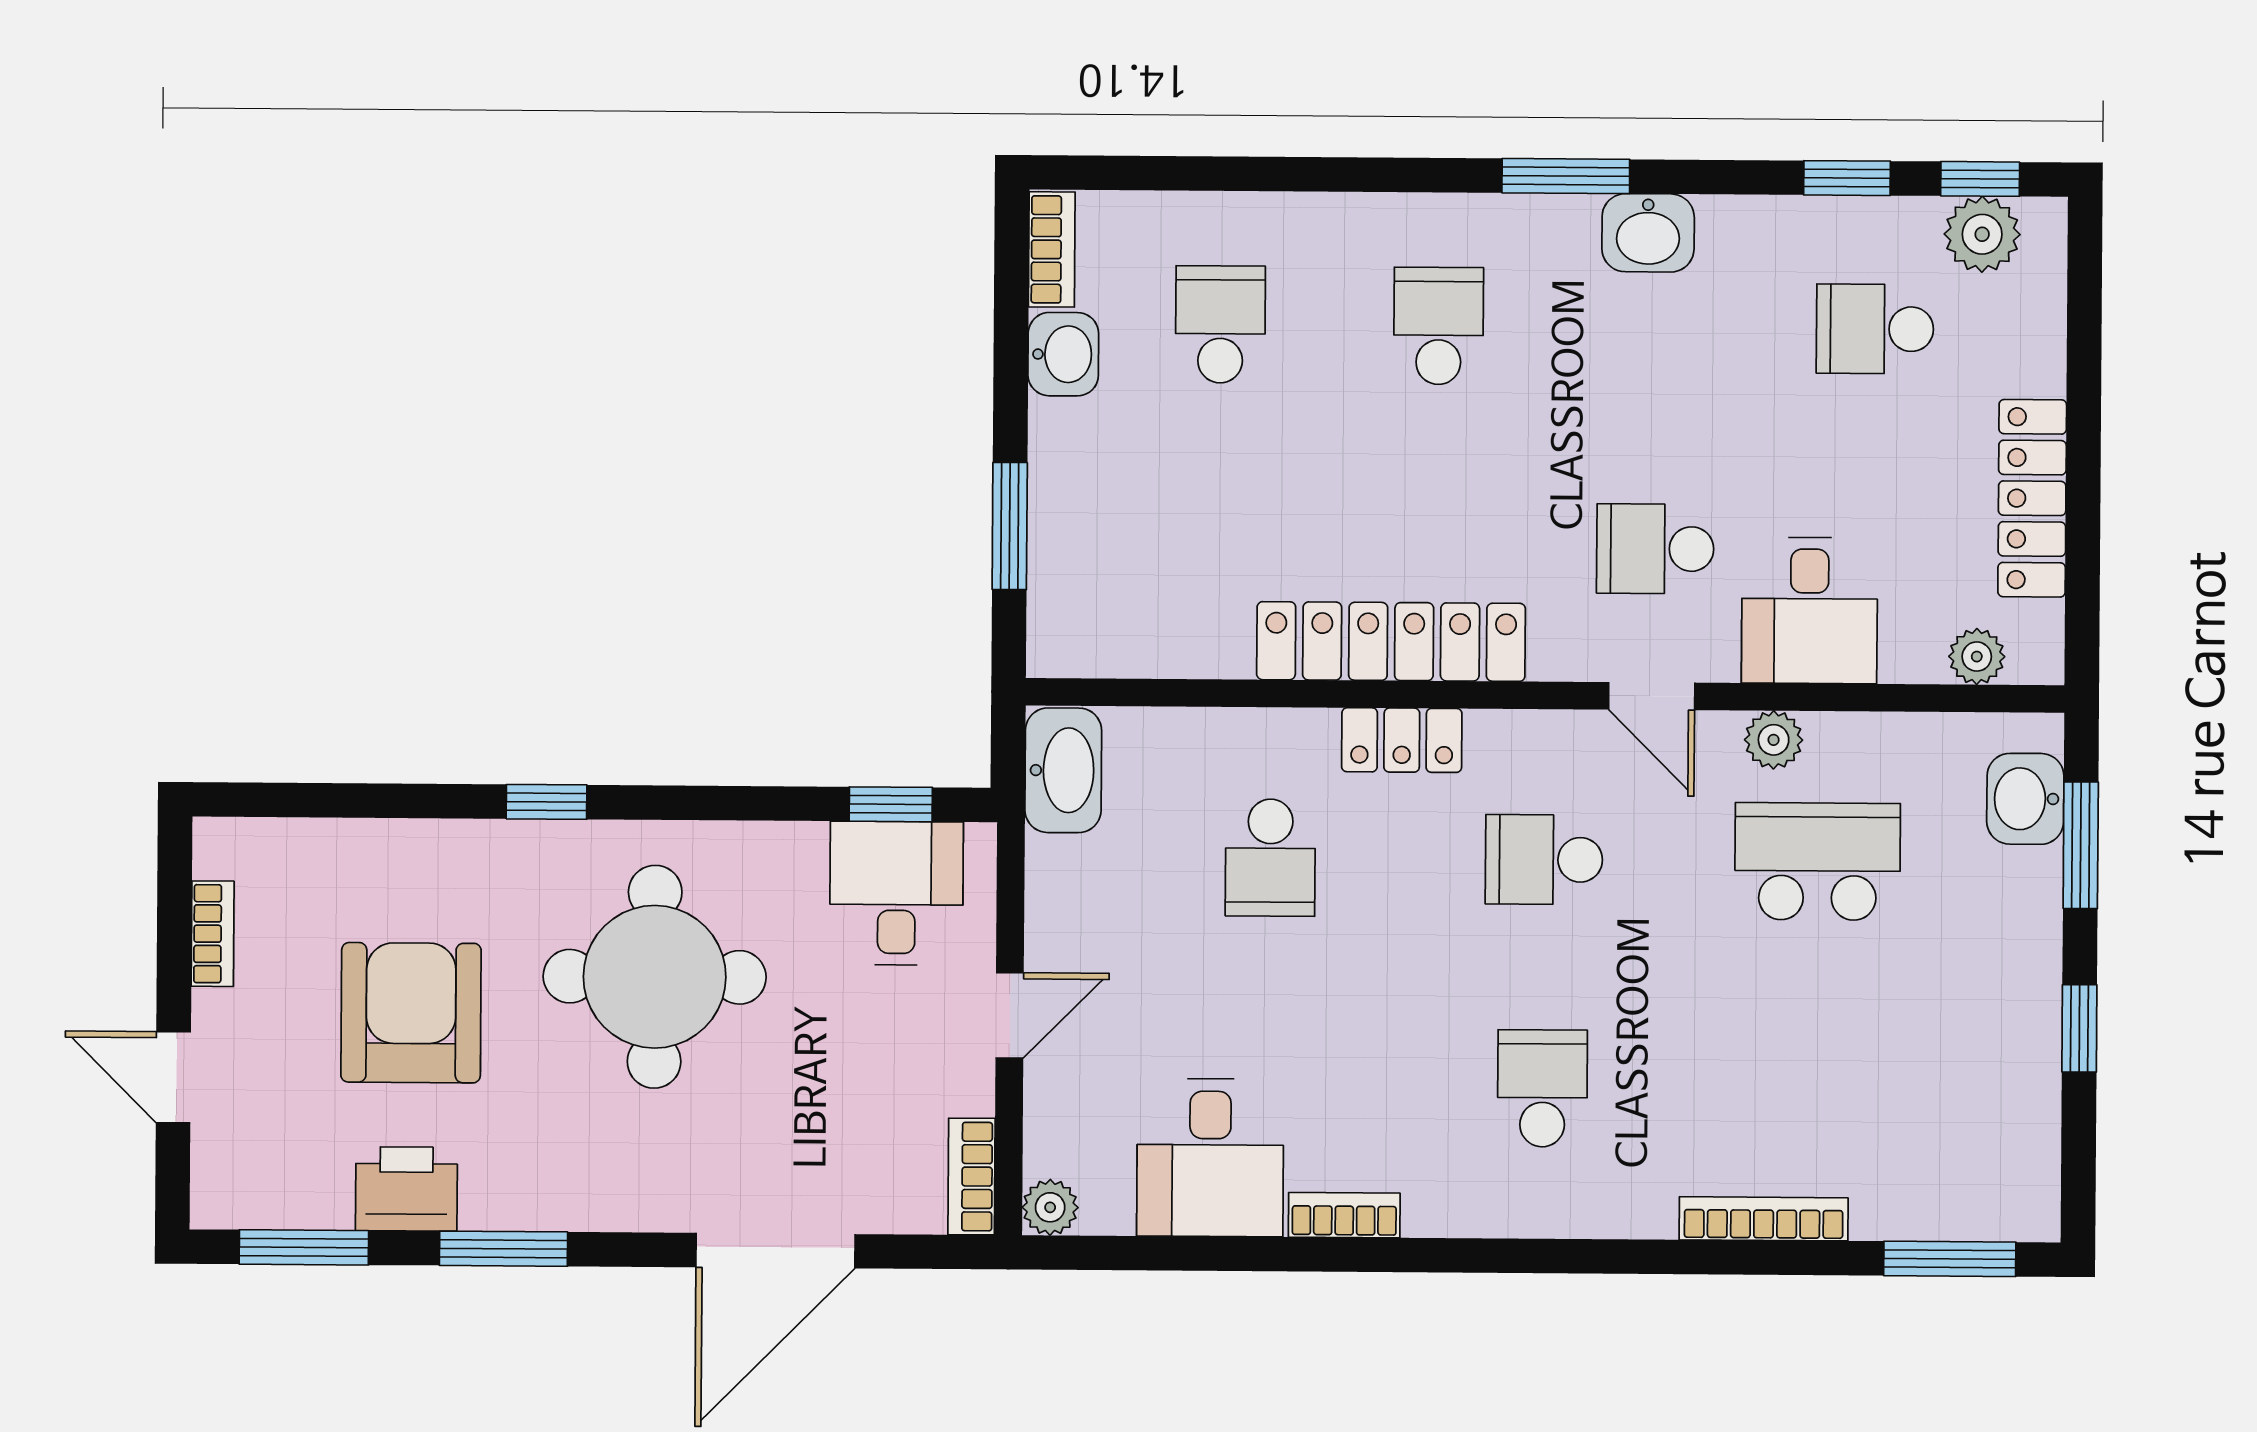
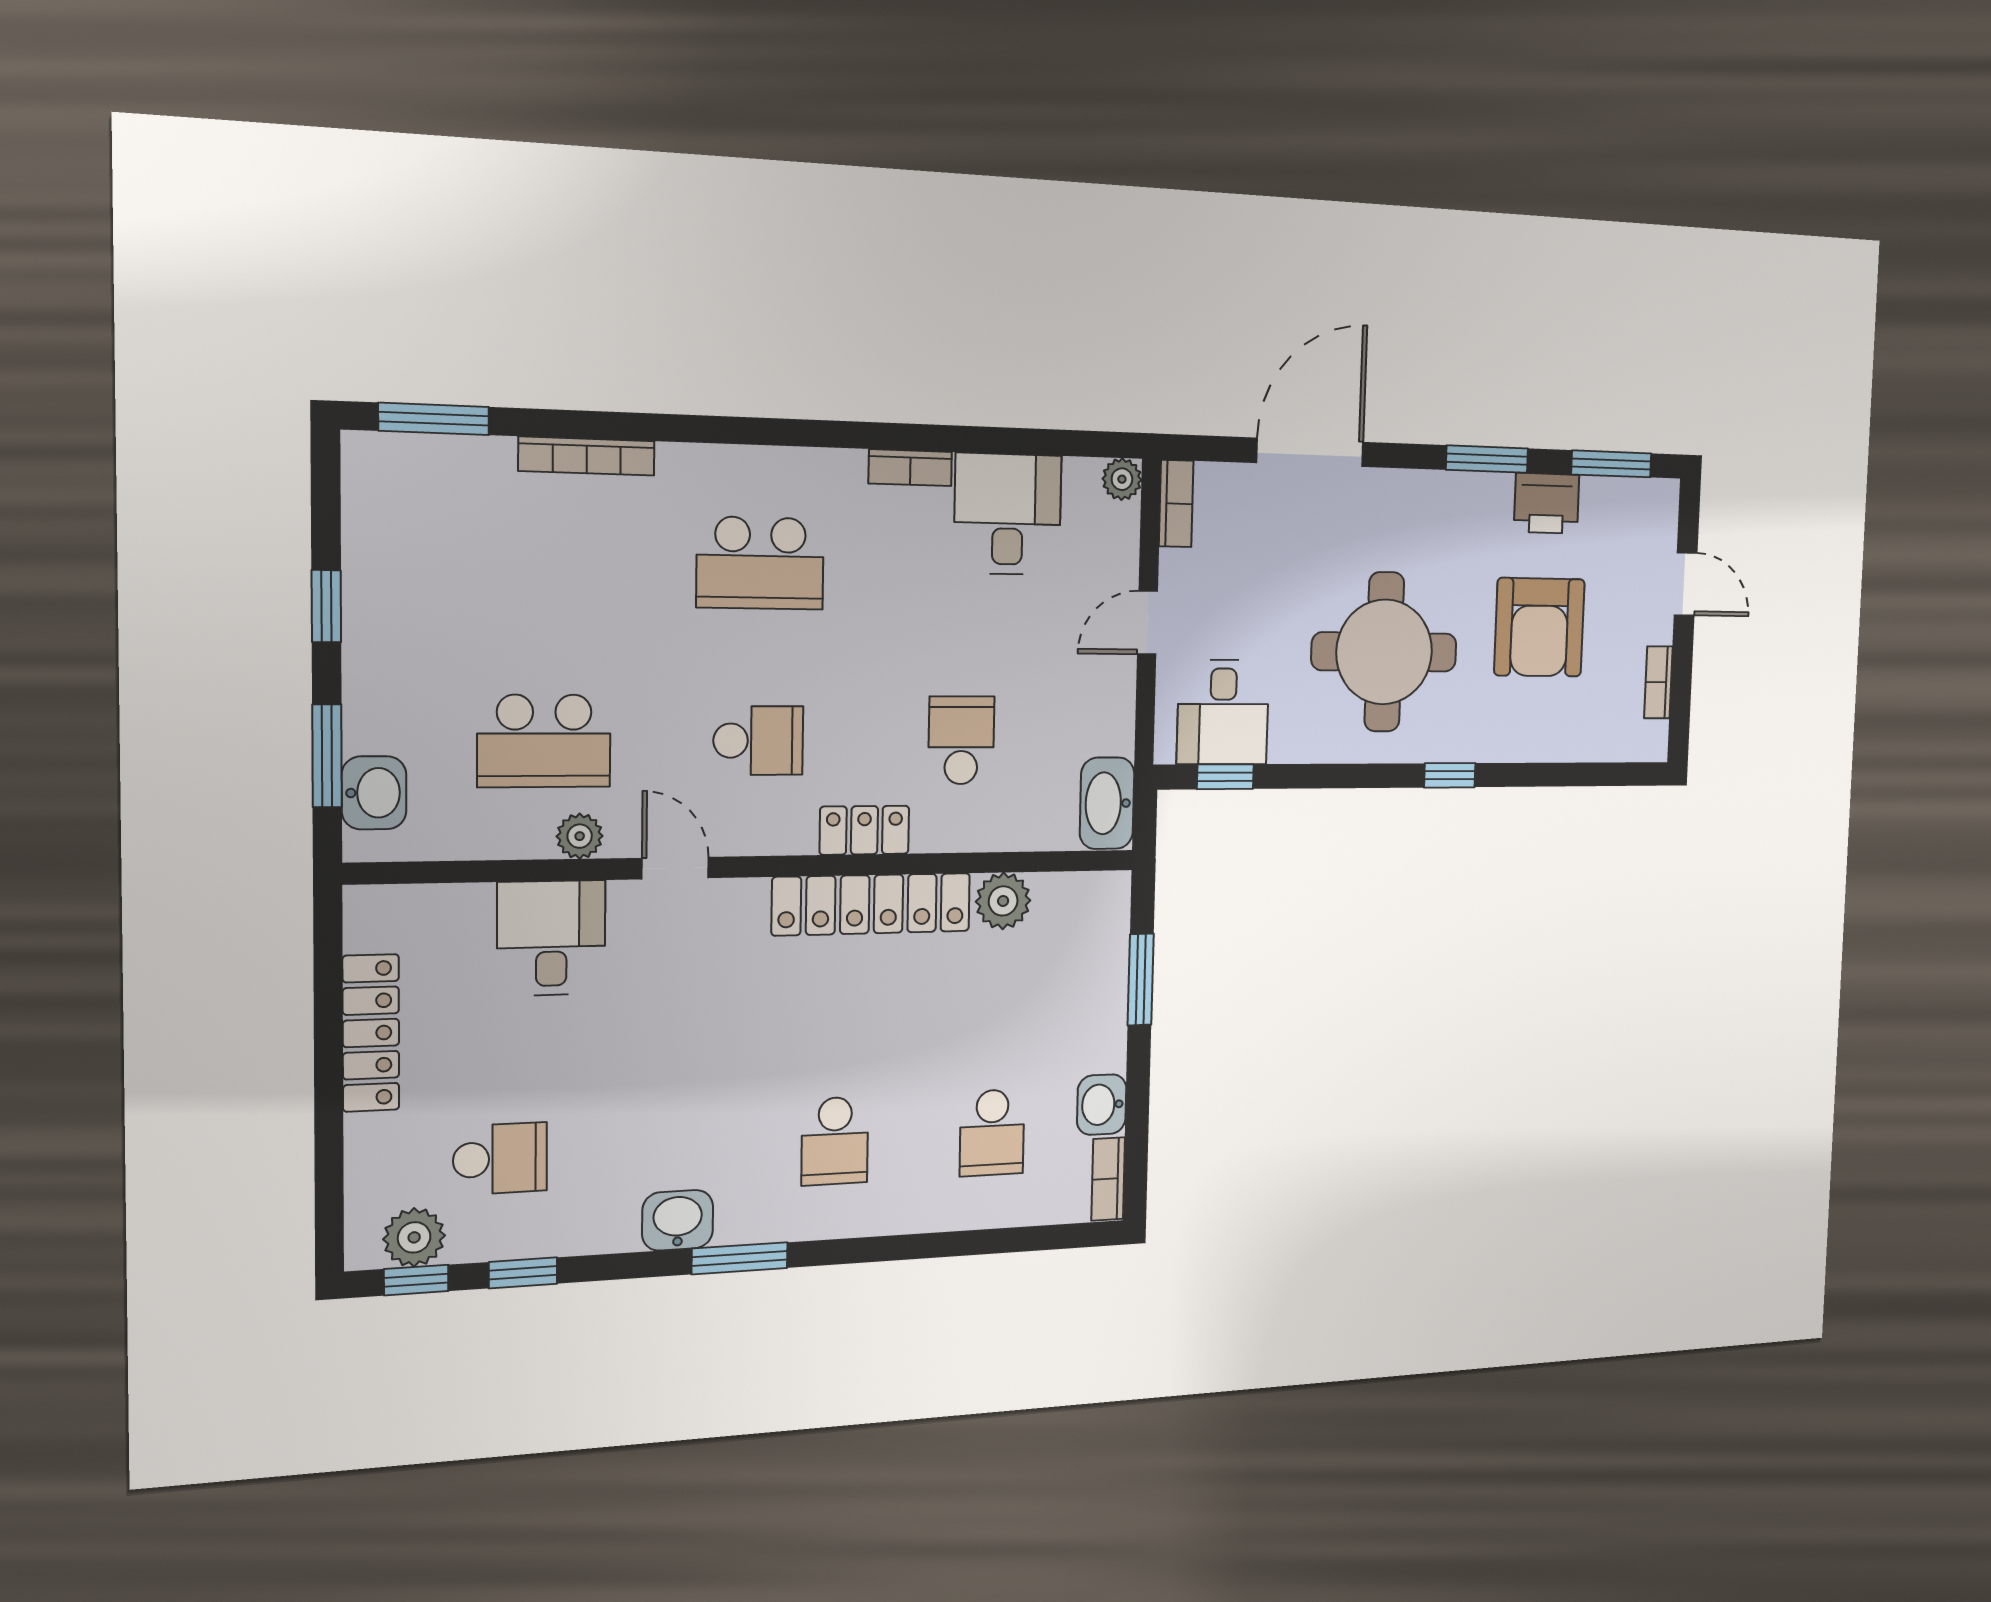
school desk: (1655, 549) -> (672, 981), removed
plant: (1977, 657) -> (1003, 901), moved, width x1.38, depth x1.38
school desk: (1542, 1088) -> (760, 563), width x1.85

